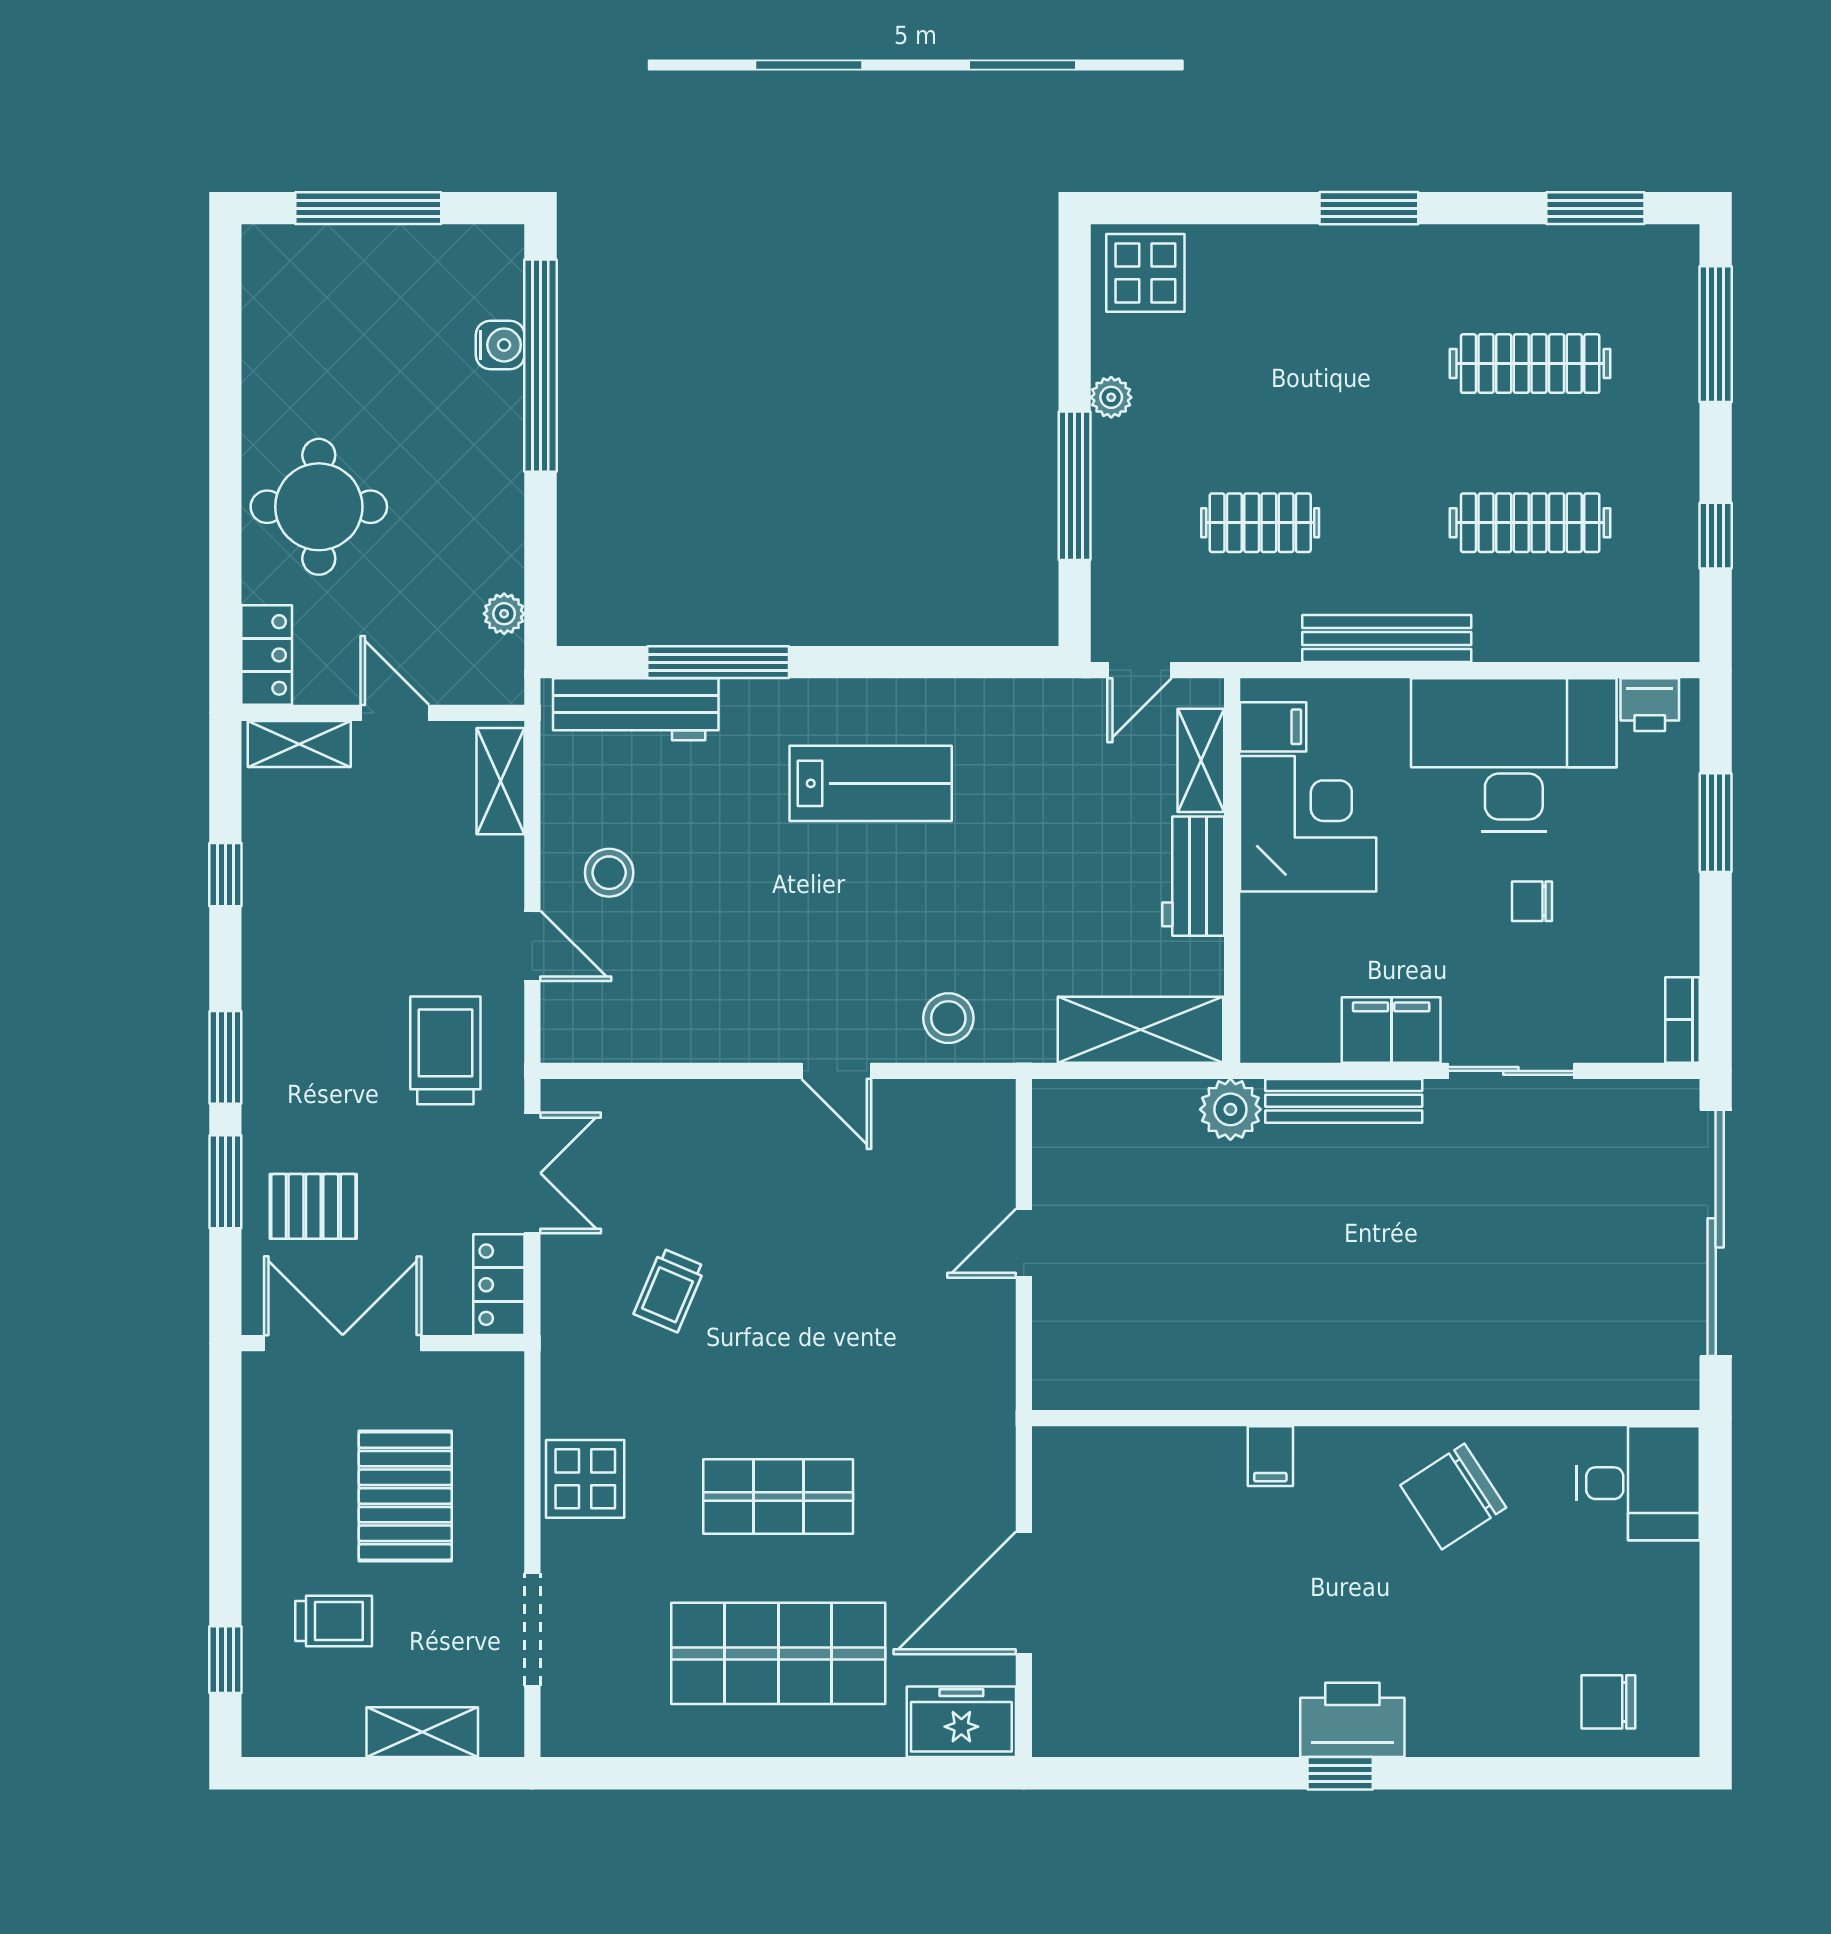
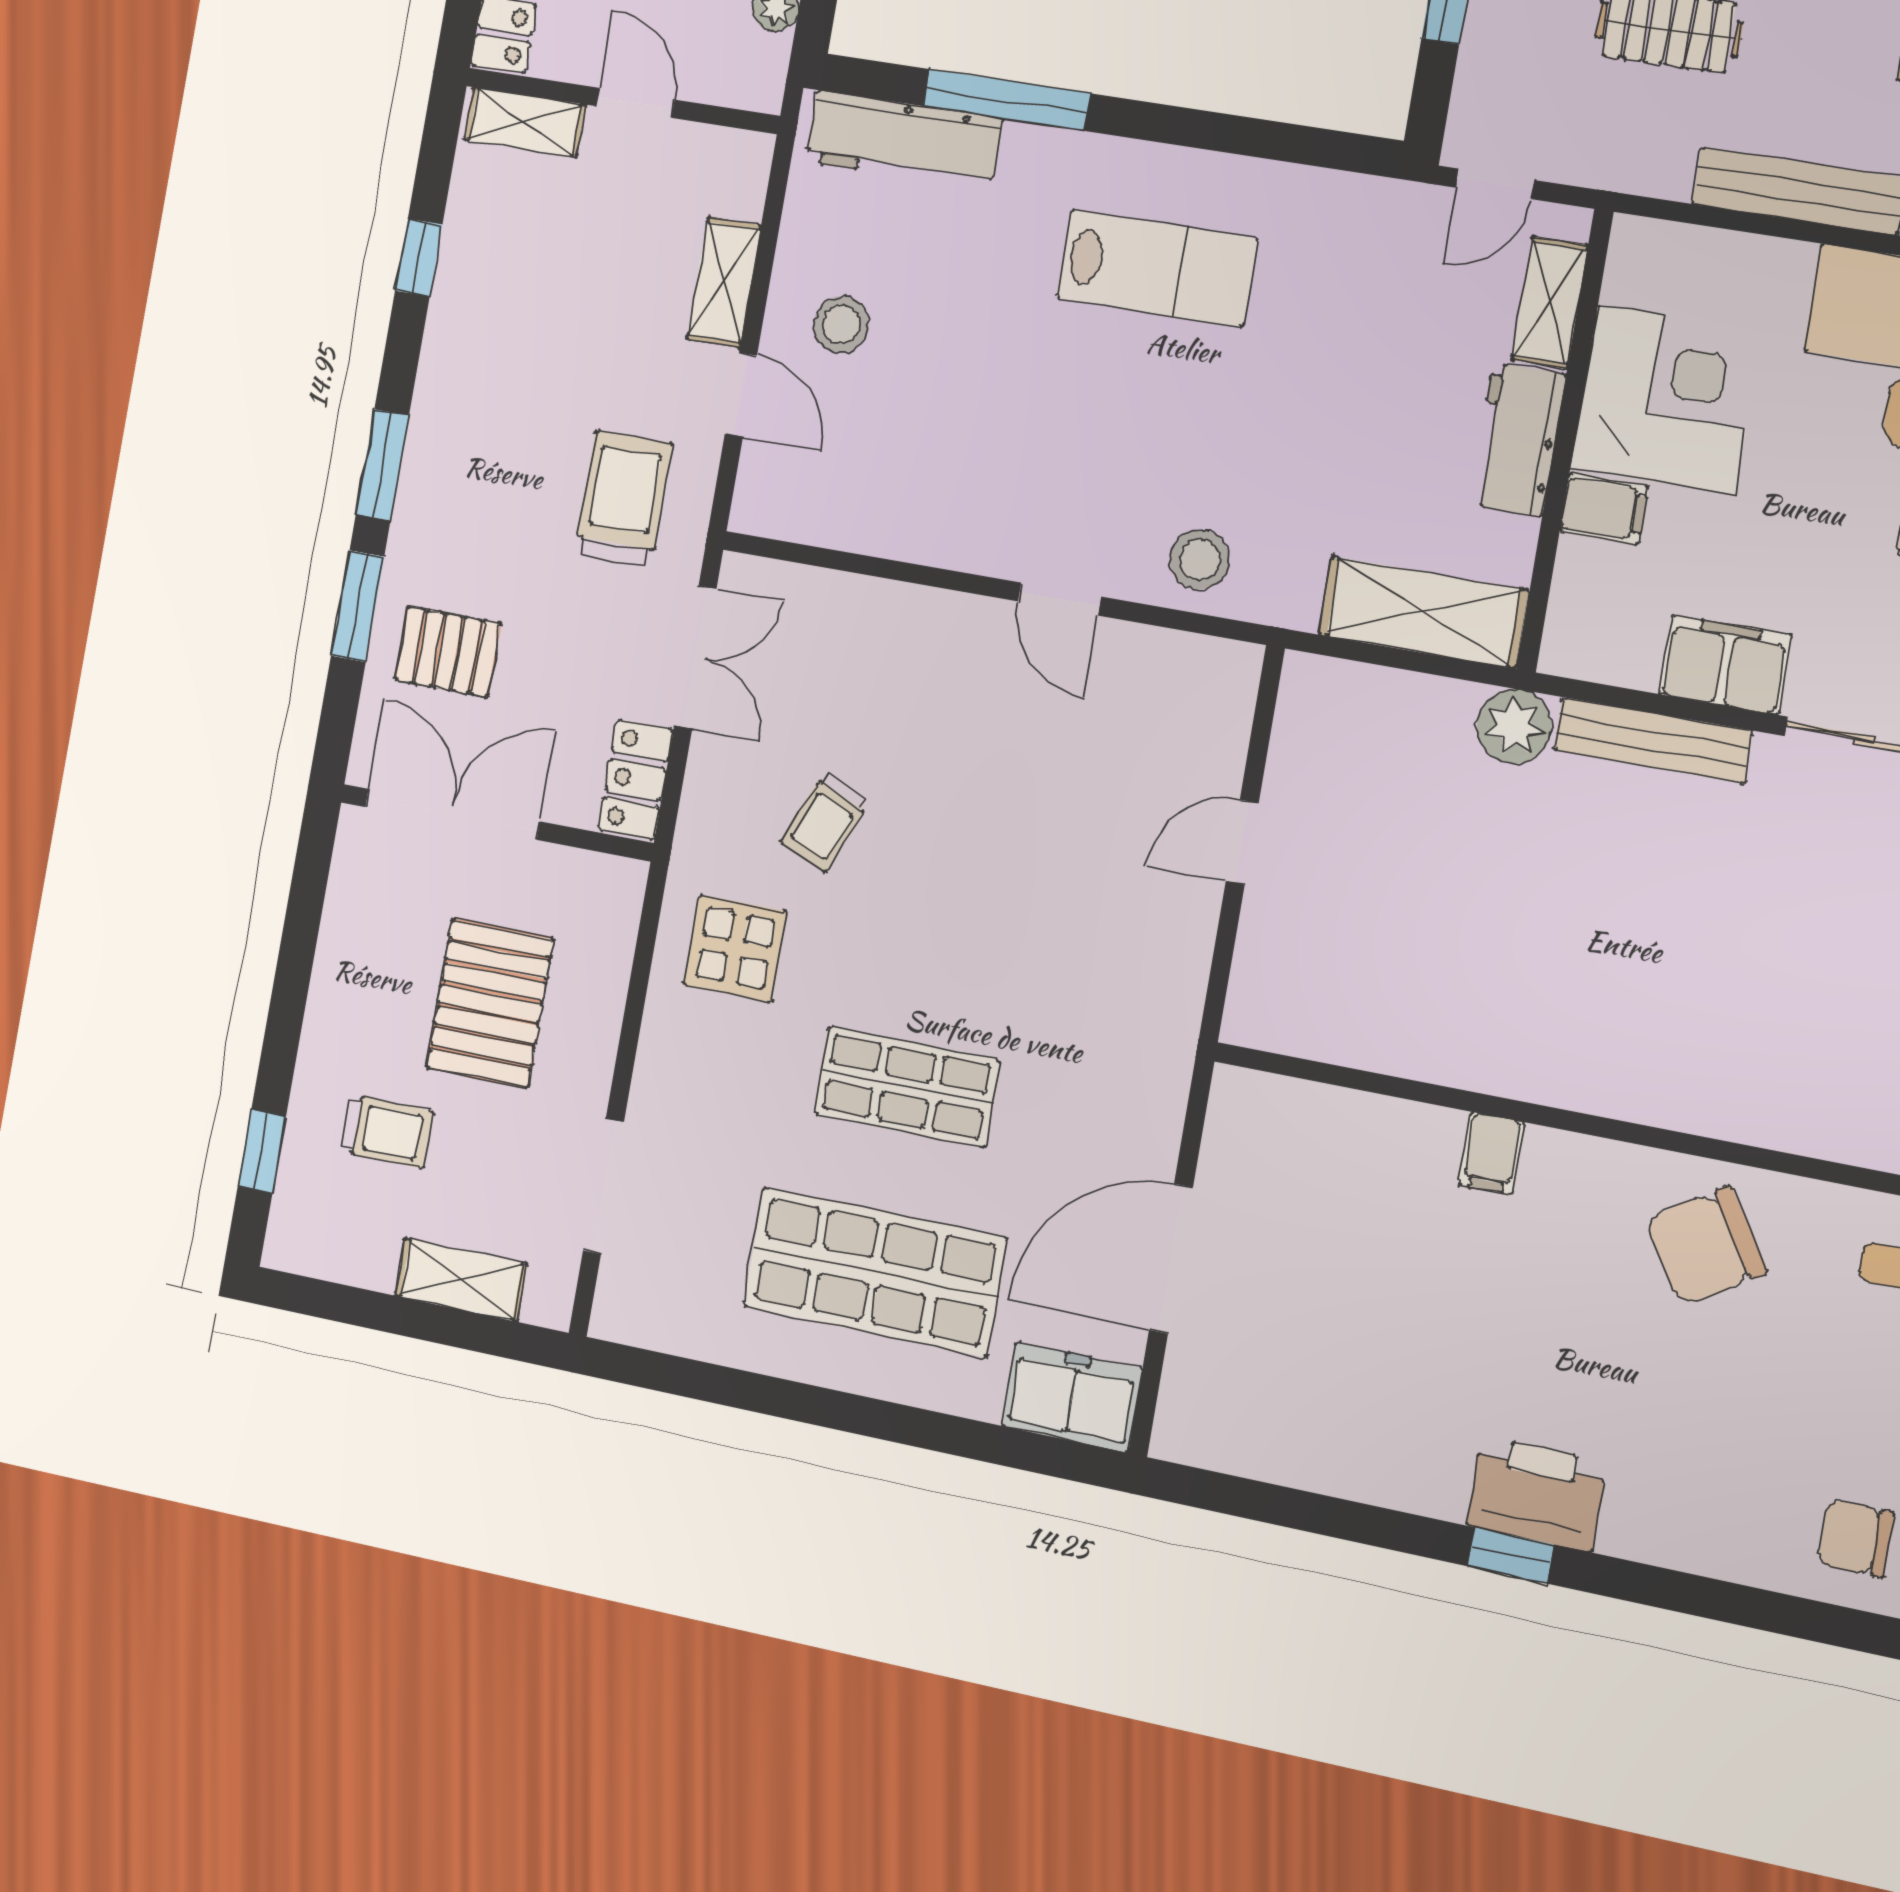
filing cabinet: (1273, 727) -> (1604, 509), moved
shelving: (500, 781) -> (724, 282), moved
display table: (585, 1479) -> (736, 948), moved

